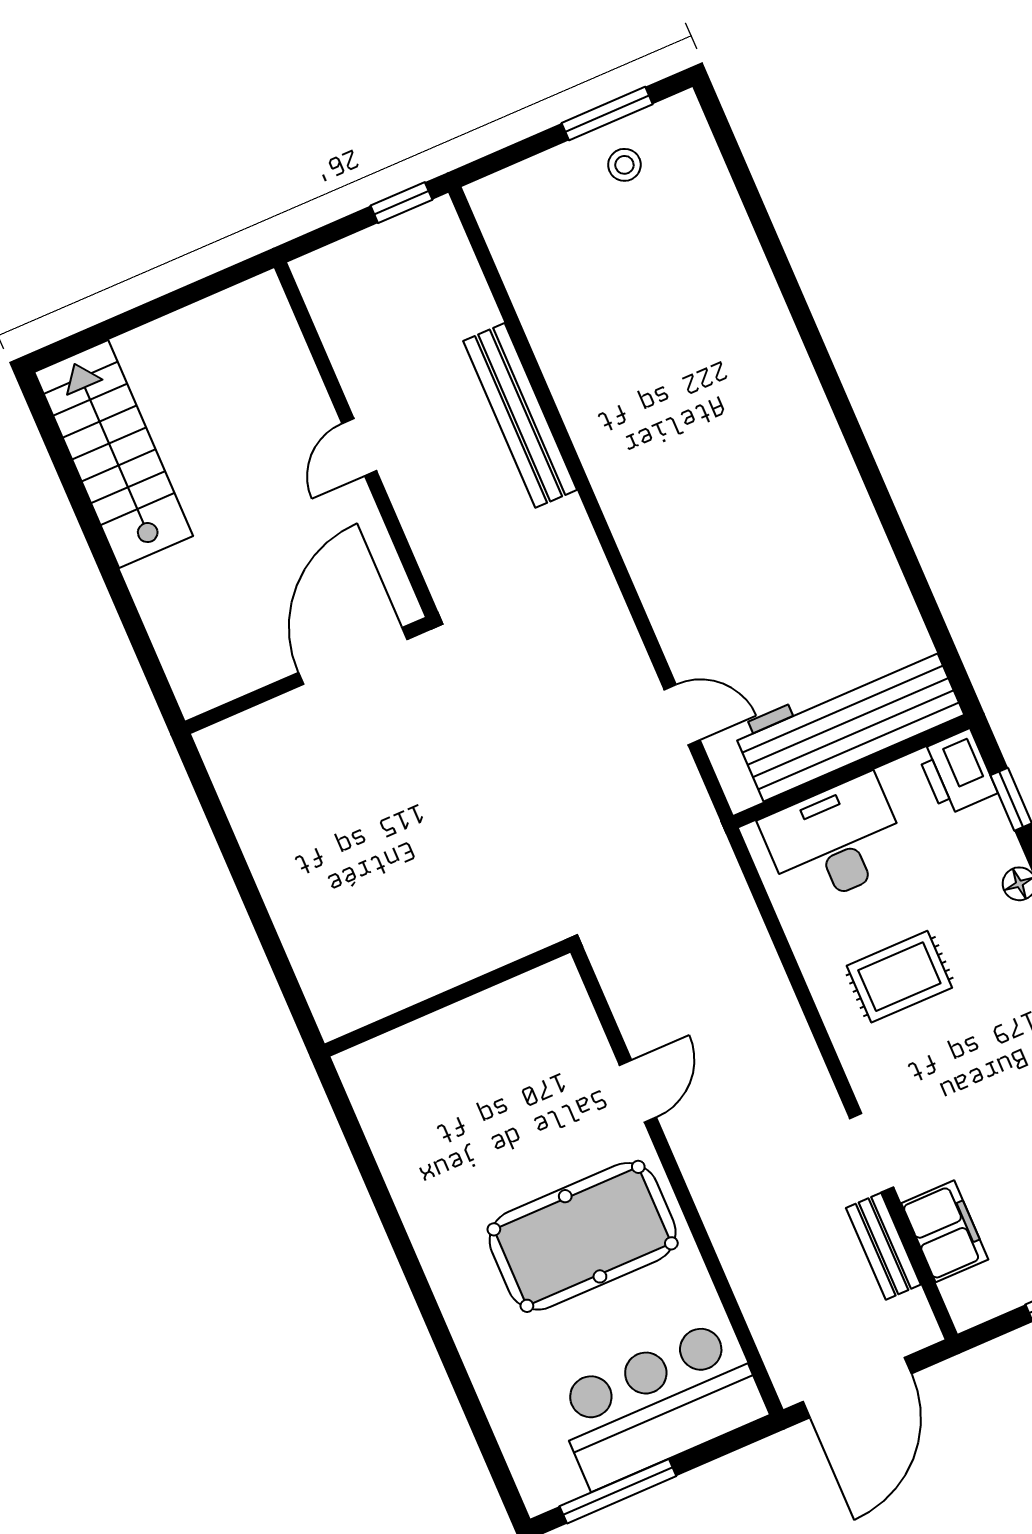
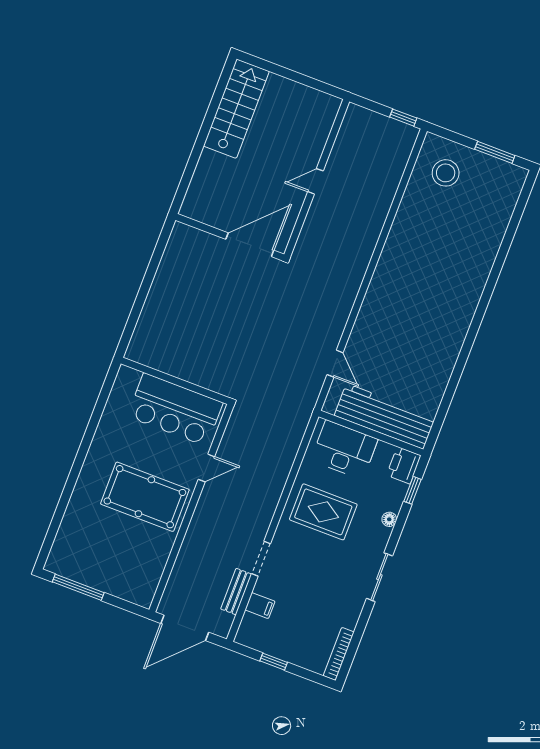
stool: (624, 165) -> (446, 173), moved, width x1.89, depth x1.89
bench: (520, 415) -> (376, 220), removed
rug: (899, 977) -> (323, 512), width x1.36, depth x1.43
filing cabinet: (945, 1231) -> (260, 606), width x0.50
bar counter: (659, 1404) -> (175, 409), moved, turned 180

